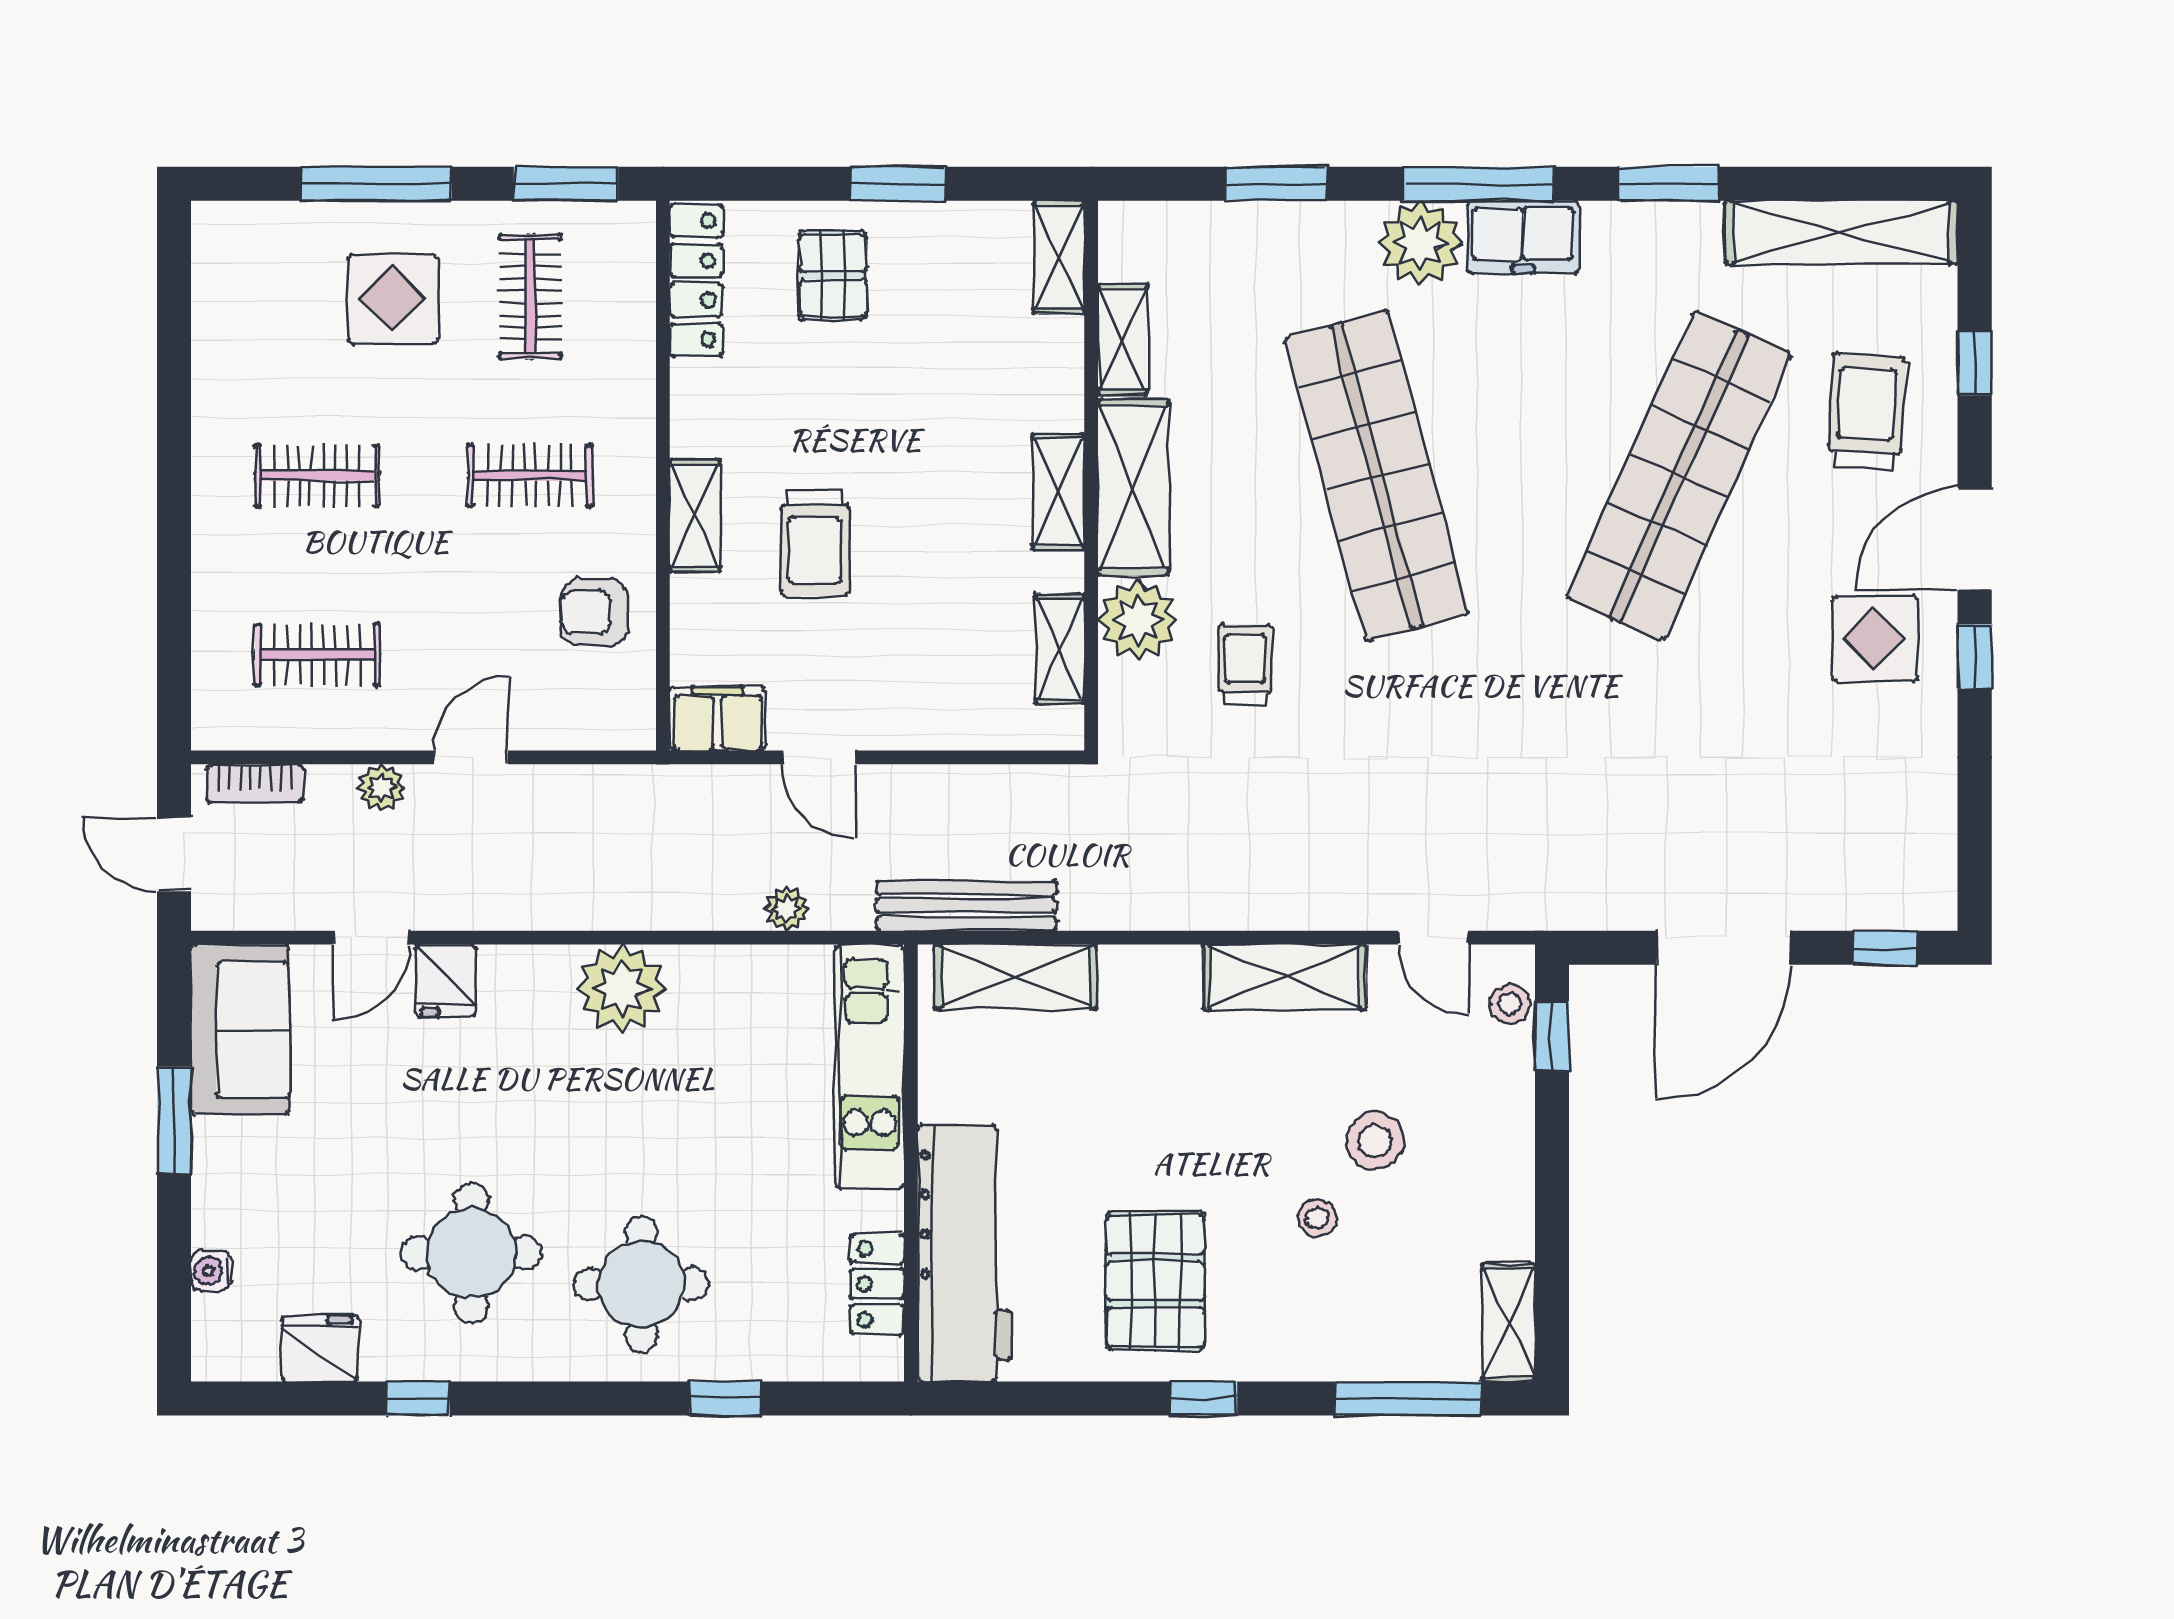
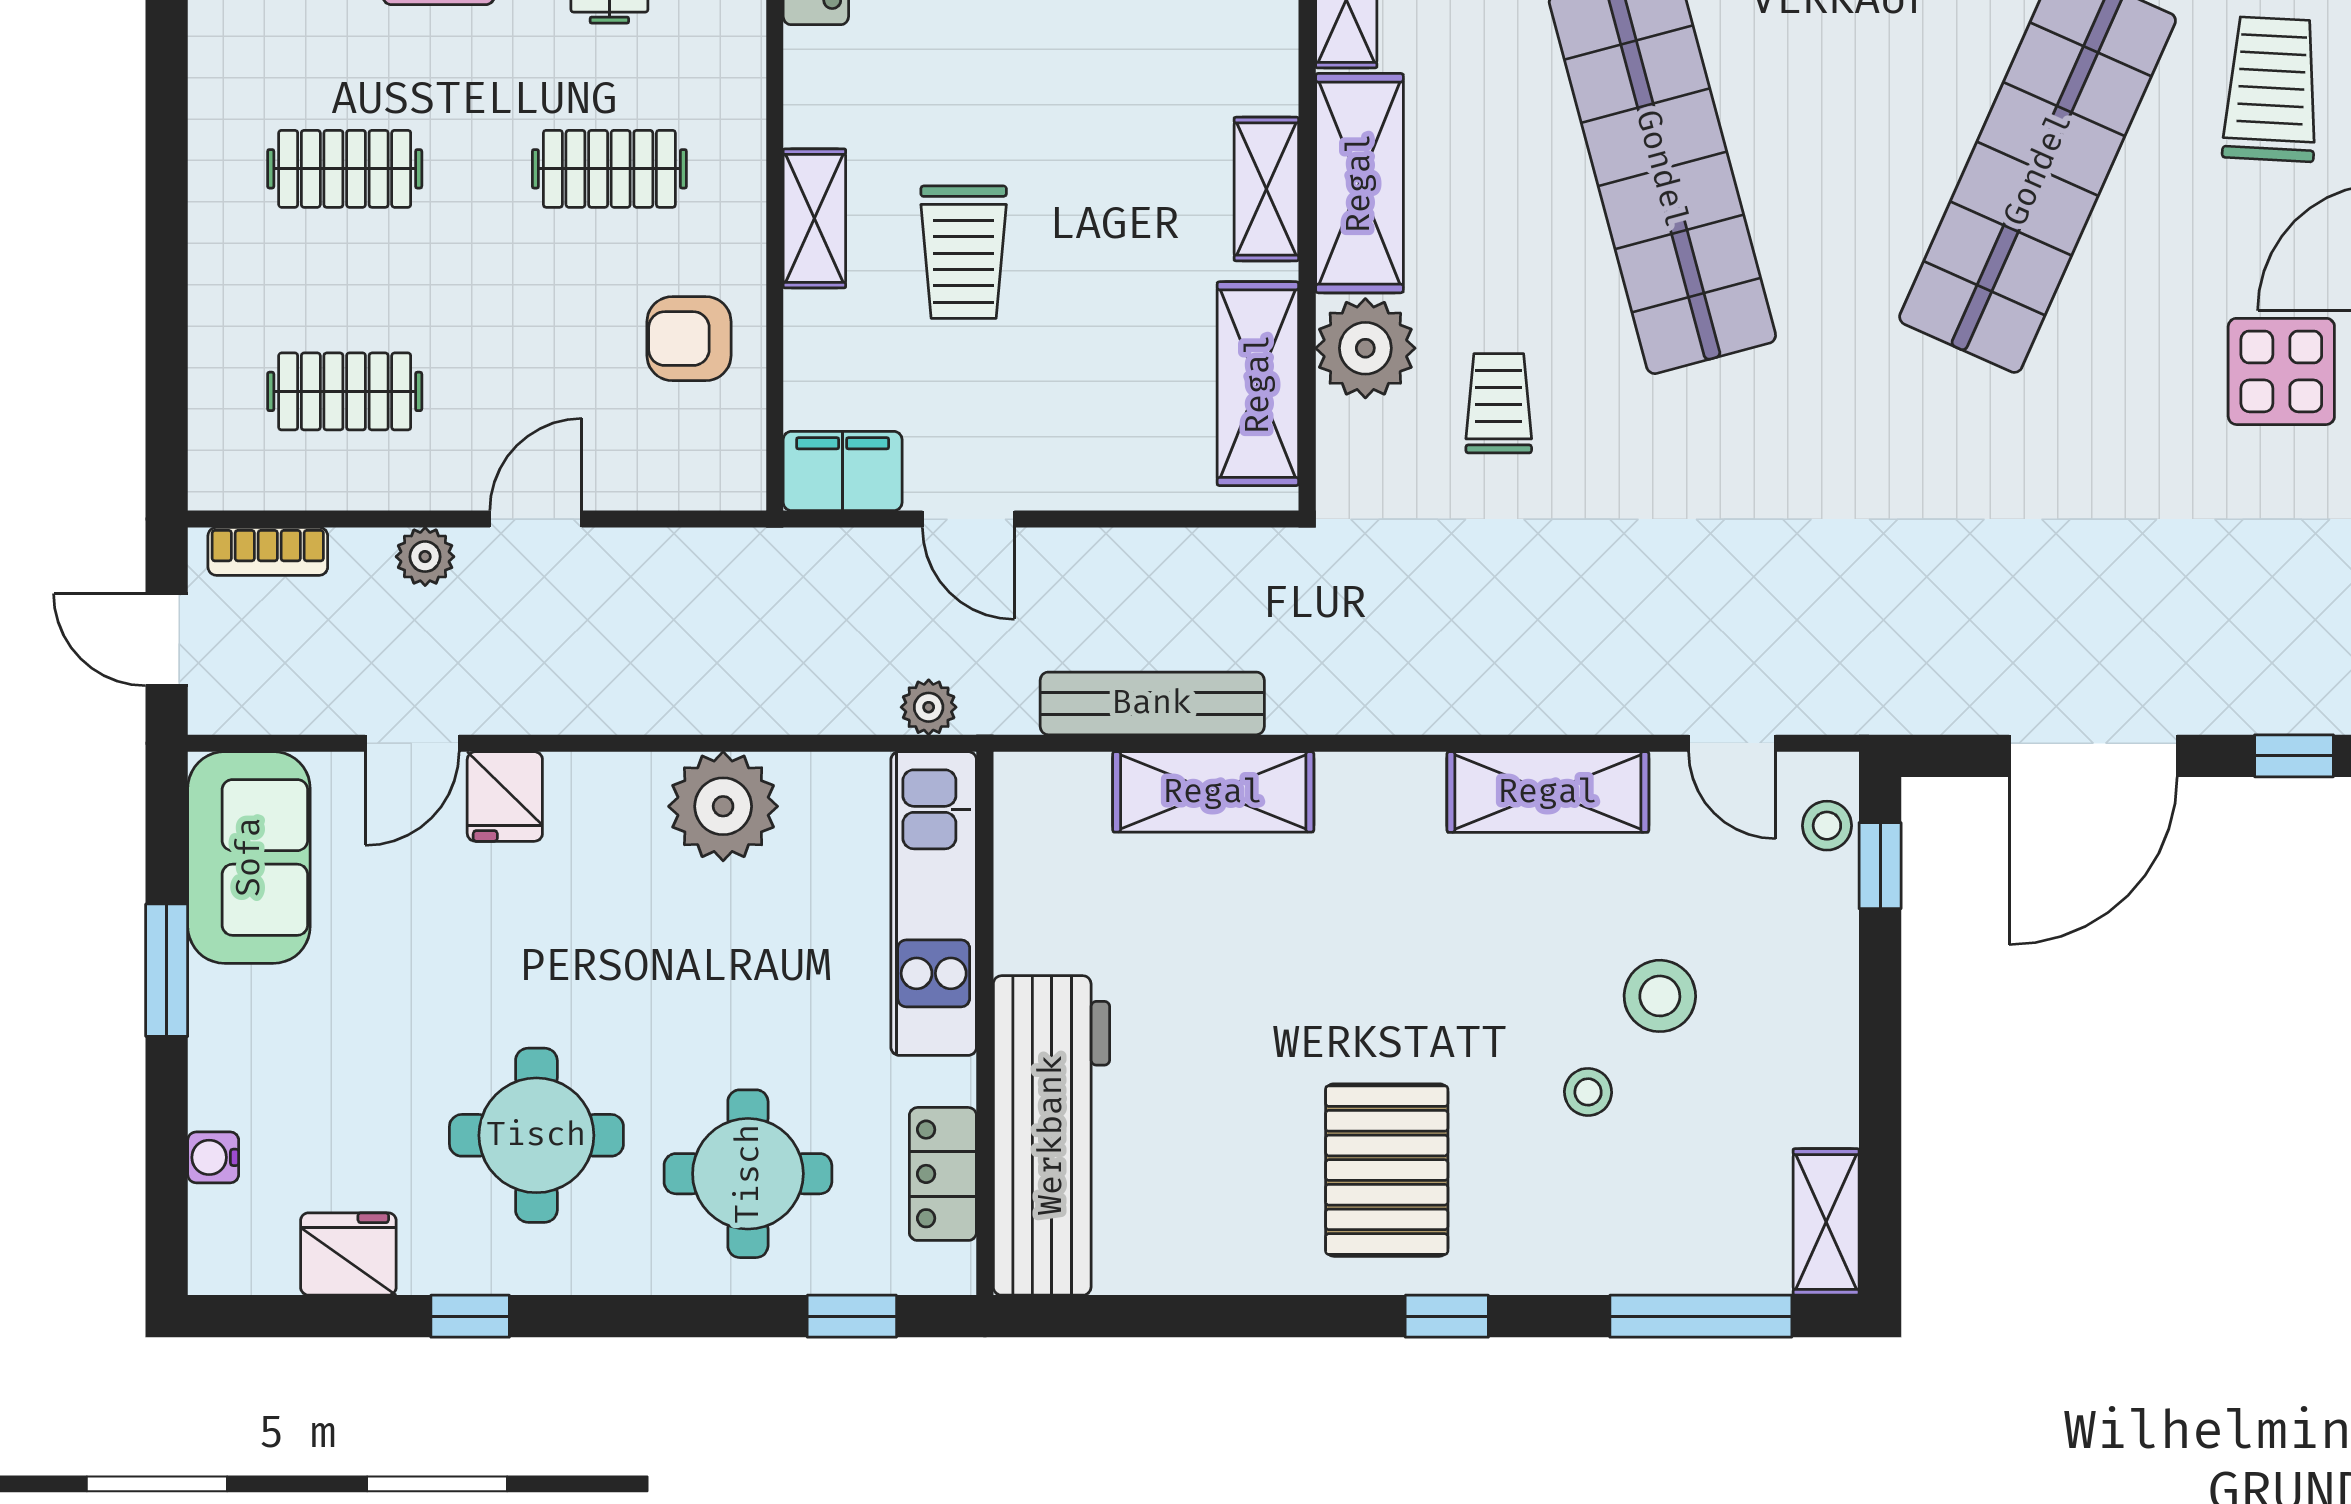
shelving: (1060, 648) -> (1258, 384), width x1.50, depth x1.33
kitchen unit: (870, 1067) -> (934, 903), moved
wall: (911, 1163) -> (985, 1023), moved
workbench: (964, 1253) -> (1051, 1135), moved
locker: (877, 1284) -> (943, 1174), moved

